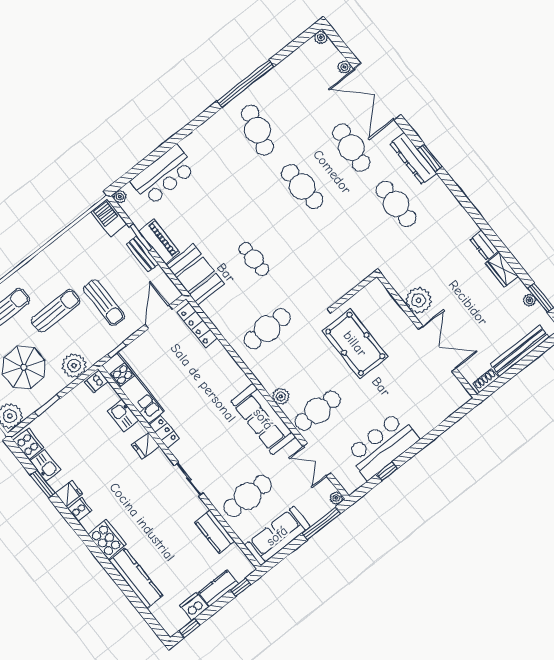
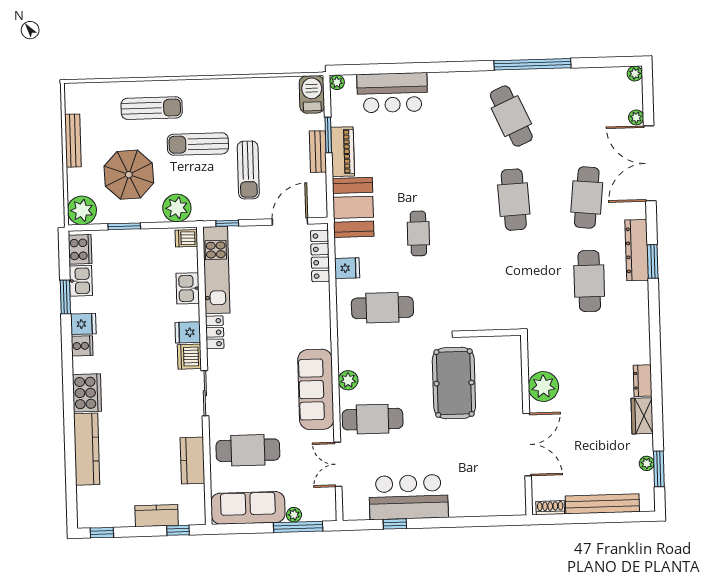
cafe table: (258, 130) -> (511, 116), turned -39
sun lounger: (56, 311) -> (198, 144), turned 180
fridge: (222, 320) -> (347, 268), added
plant: (336, 498) -> (294, 515), moved
dishwasher: (194, 606) -> (189, 357), moved, turned -90

